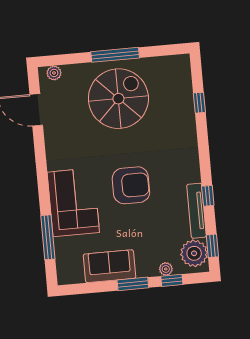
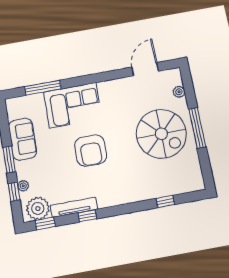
plant: (54, 73) -> (179, 92), moved

